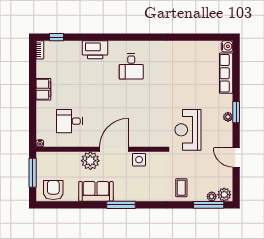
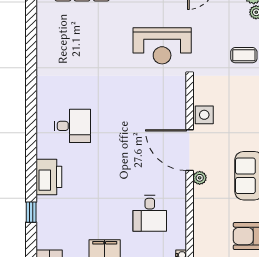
window: (57, 37) -> (31, 212), moved
plant: (90, 161) -> (200, 178), width x0.53, depth x0.53

